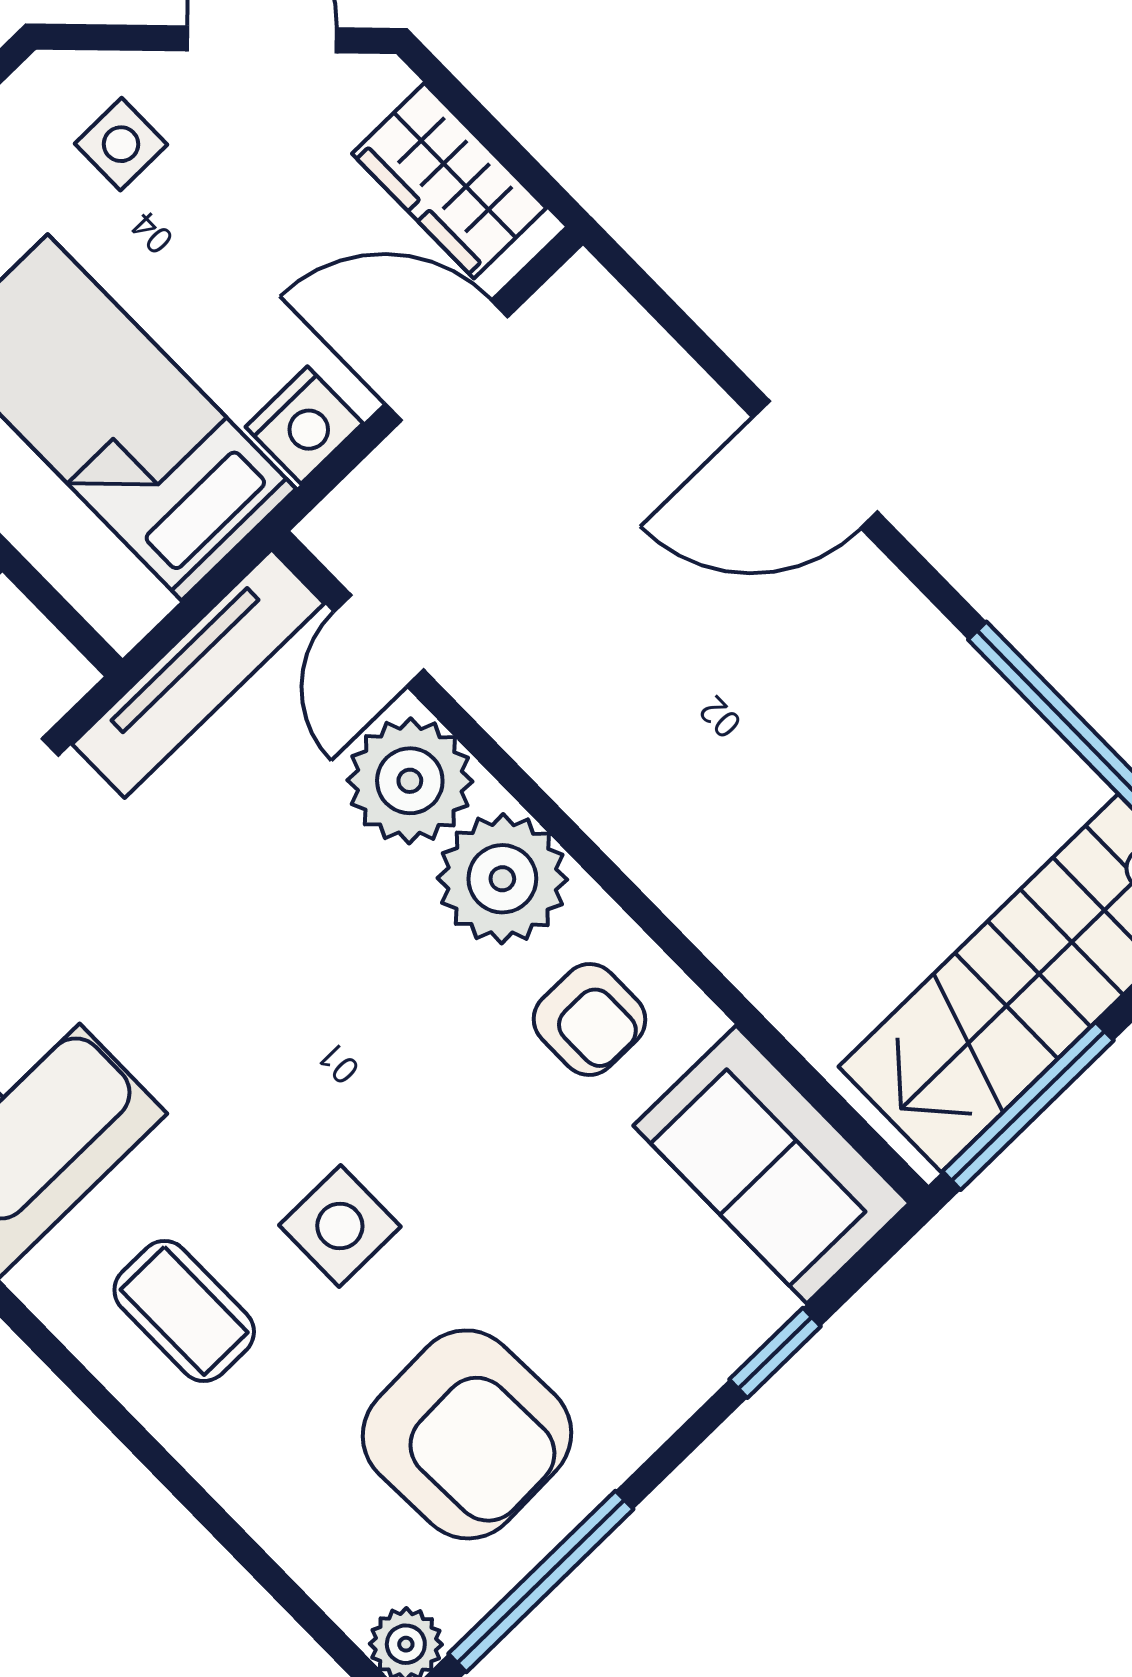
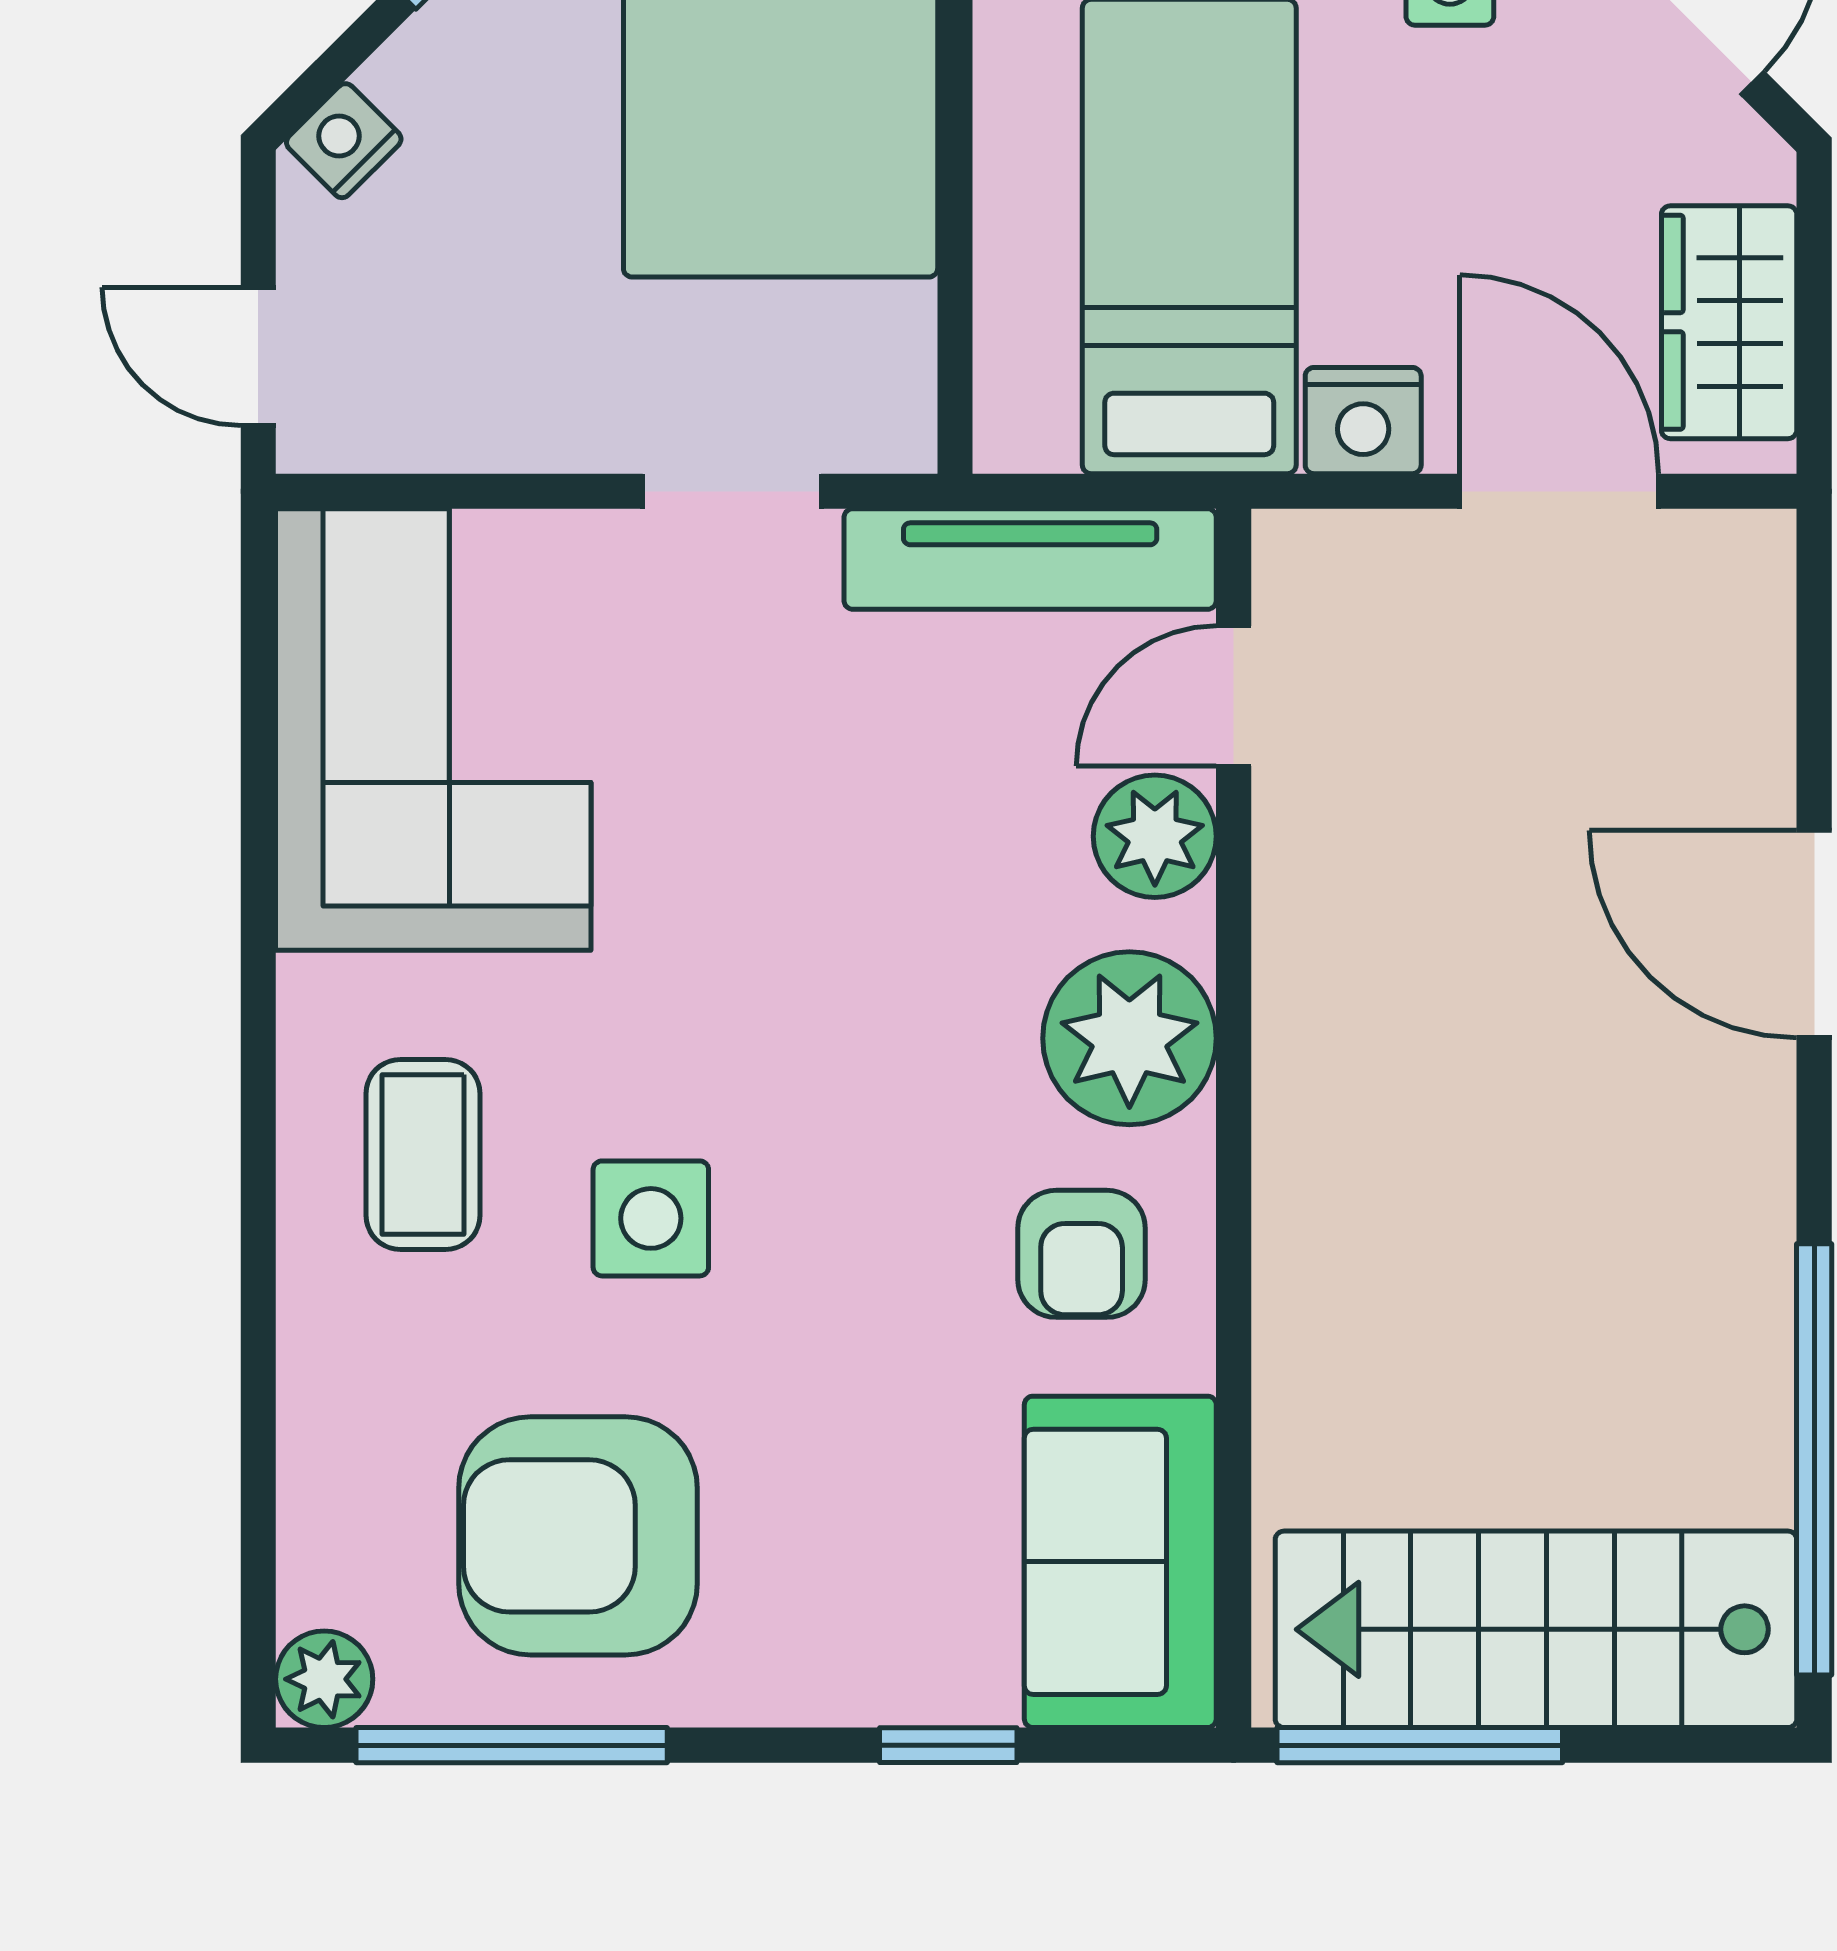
plant: (410, 781) -> (1155, 836), width x0.73, depth x0.73
armchair: (467, 1434) -> (578, 1536), turned 92

